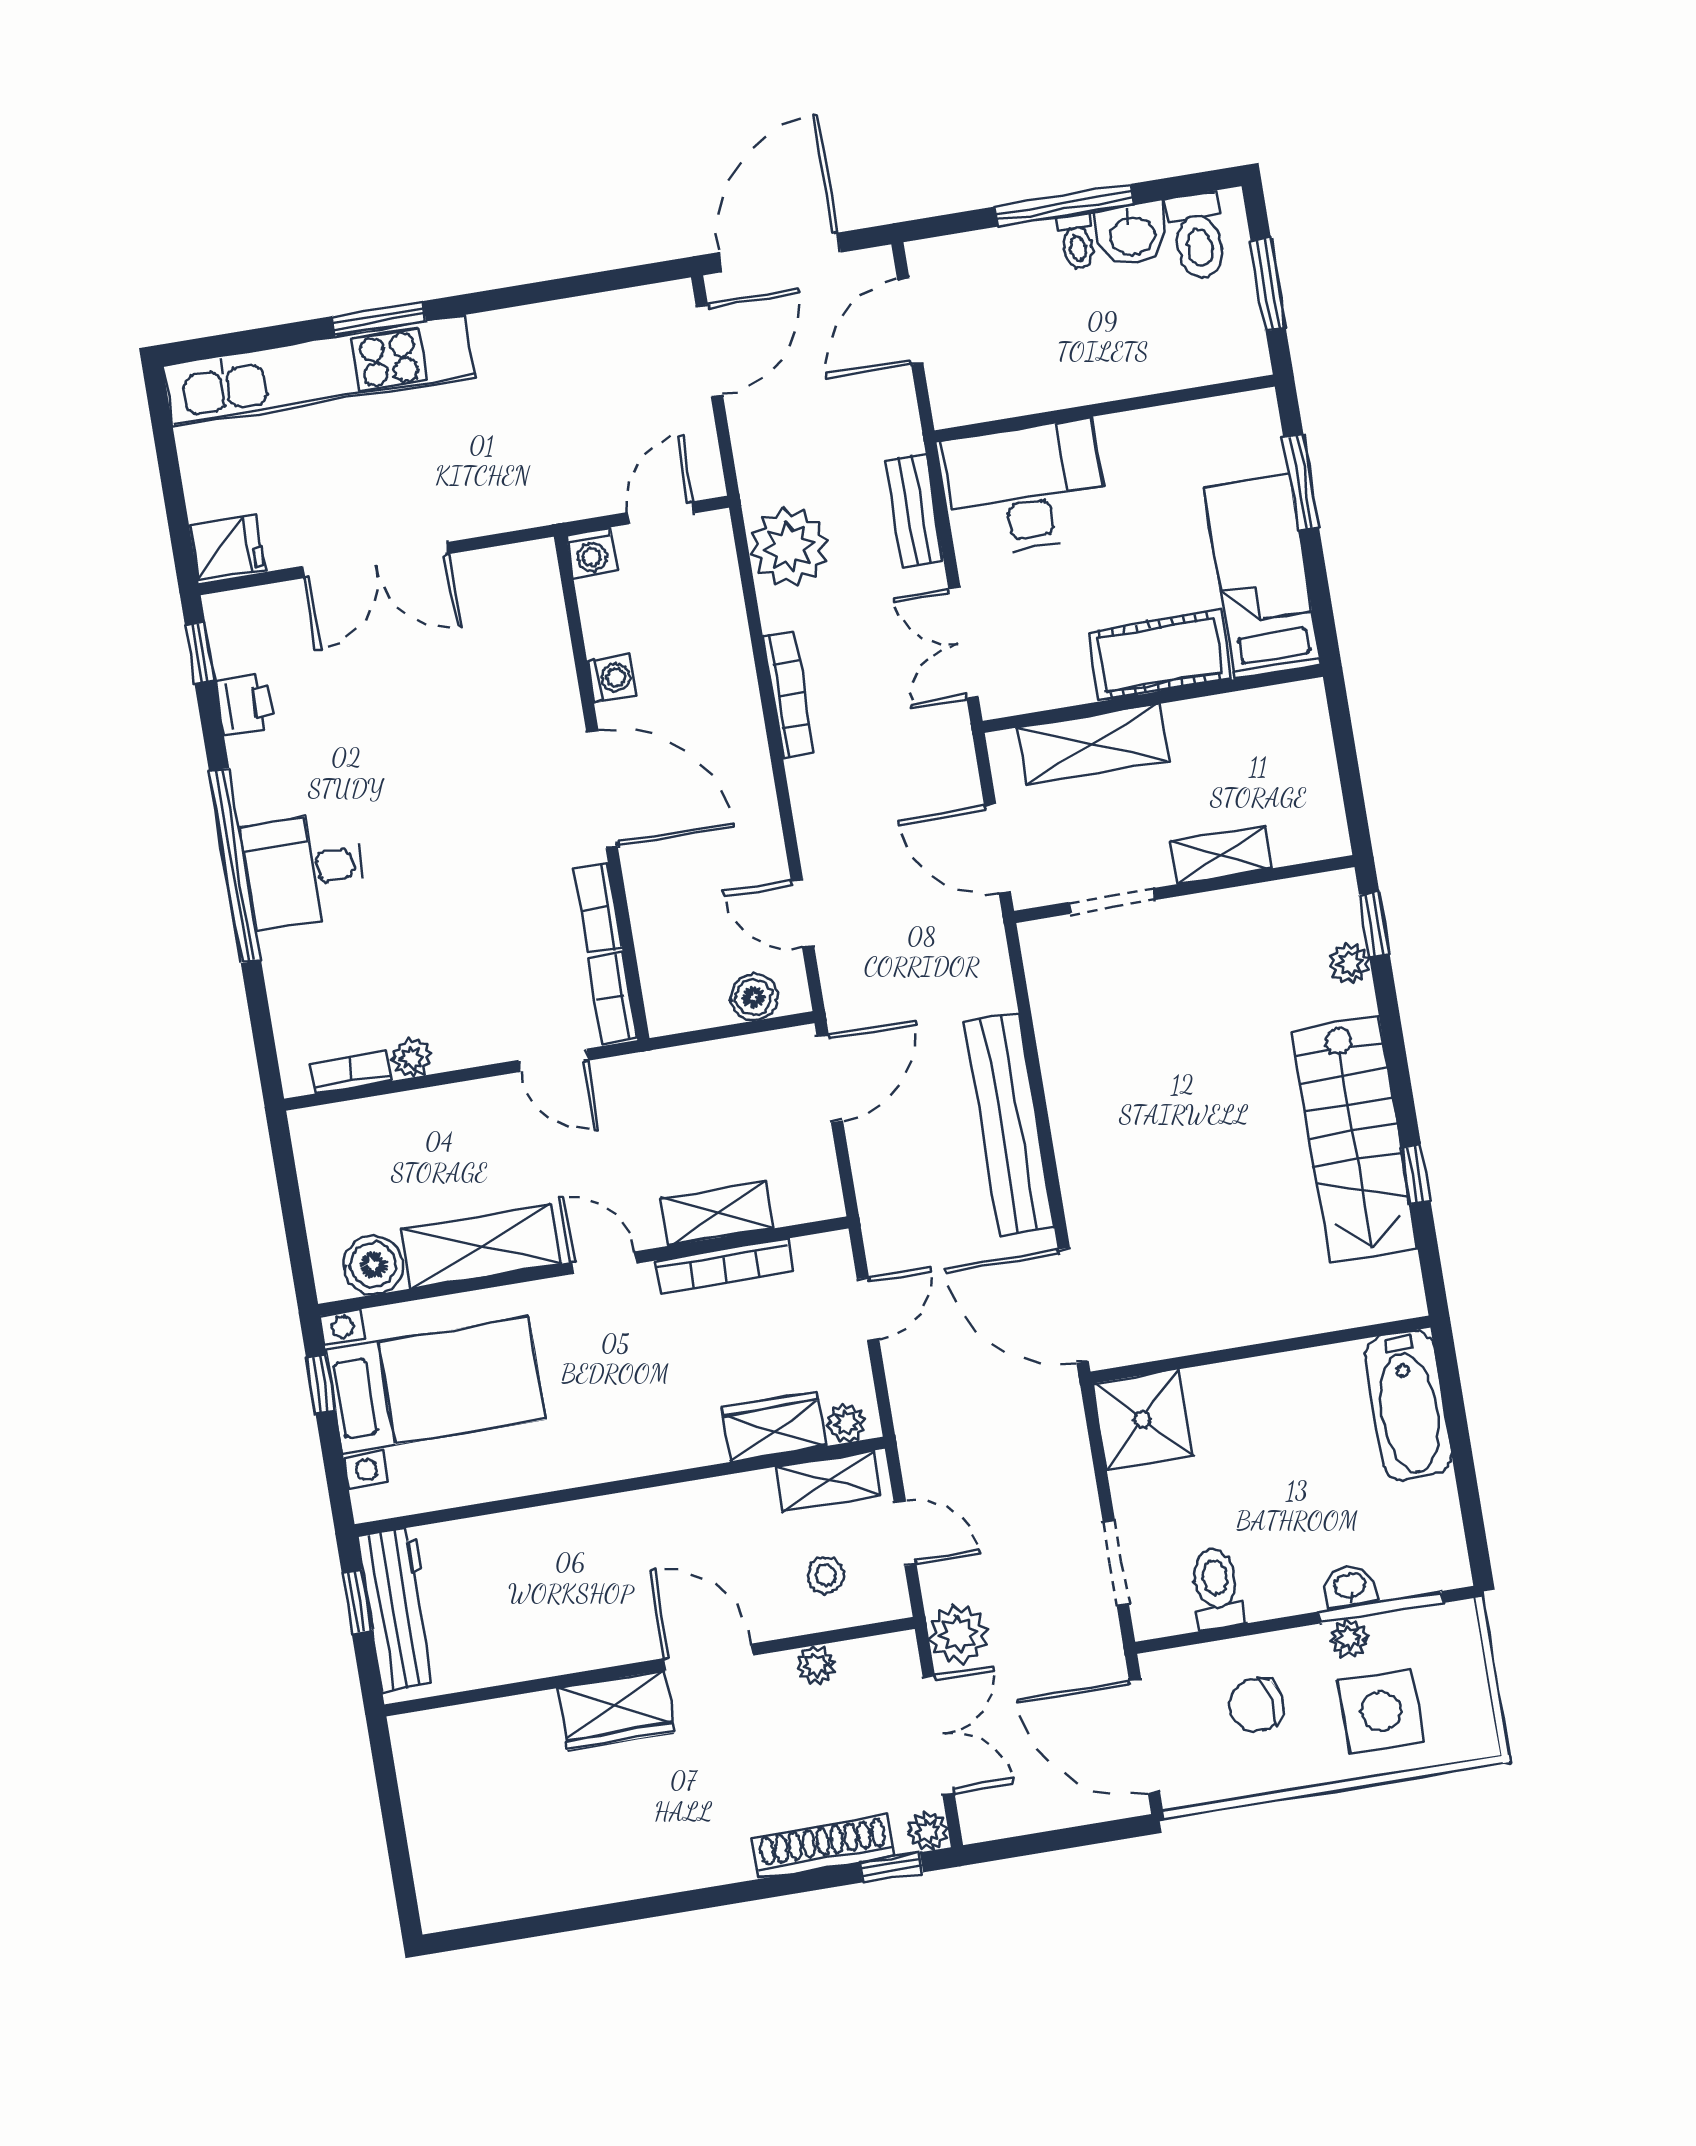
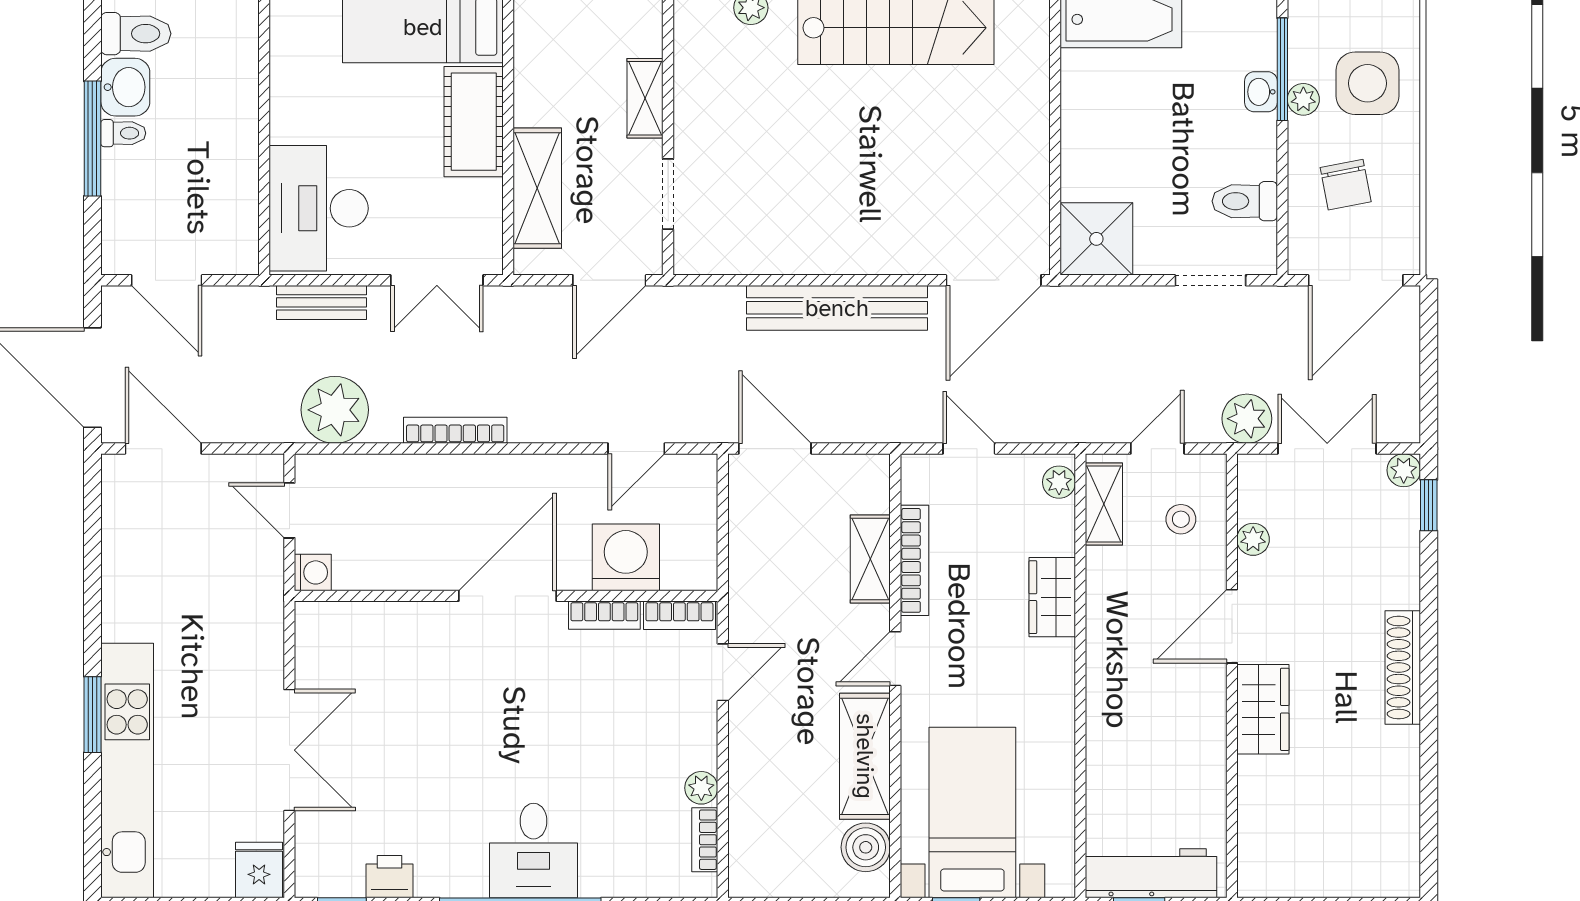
washing machine: (611, 678) -> (626, 557), moved, width x1.89, depth x1.89
boiler: (754, 997) -> (698, 500), removed
wardrobe: (774, 1427) -> (1052, 597), moved
shoe rack: (824, 1847) -> (1403, 667), moved

